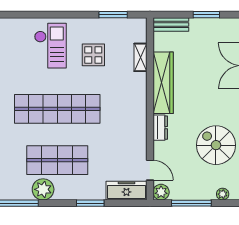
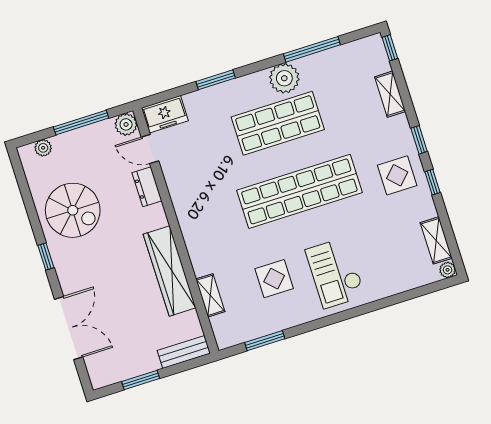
dresser: (160, 128) -> (147, 187), moved
freezer: (126, 191) -> (165, 114), width x0.71

